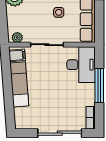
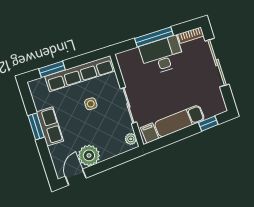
desk: (81, 65) -> (162, 55), moved
window: (9, 109) -> (208, 124), added

